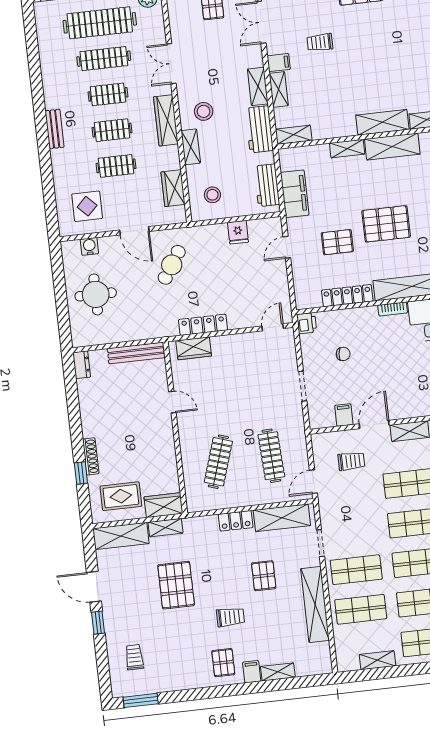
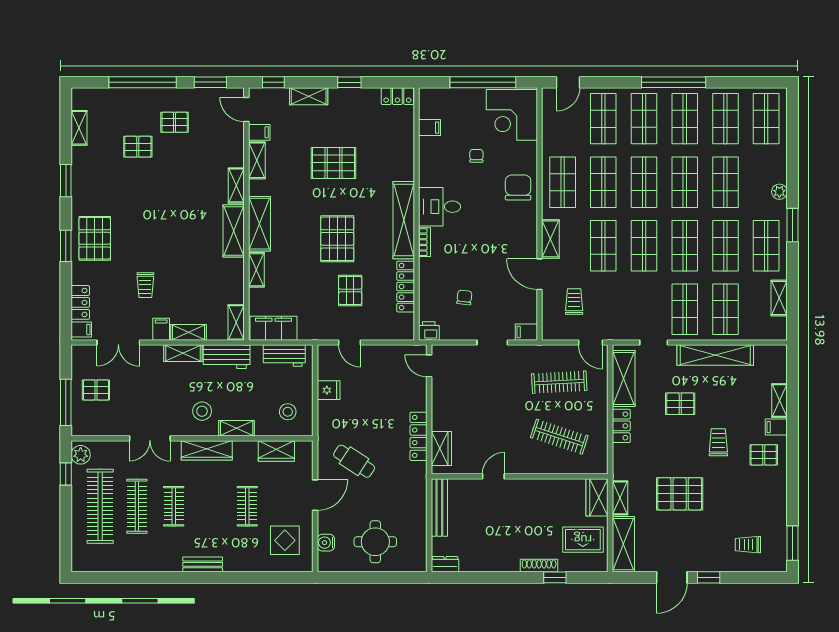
clothes rail: (112, 130) -> (210, 506), removed
filing cabinet: (295, 194) -> (274, 328), moved
filing cabinet: (344, 415) -> (526, 332), moved
rug: (121, 496) -> (583, 540), turned 90

